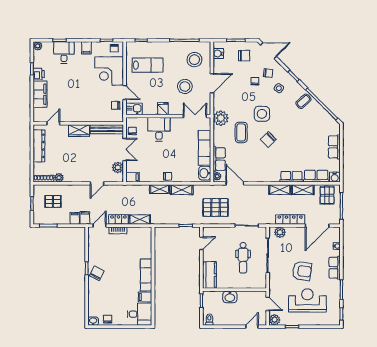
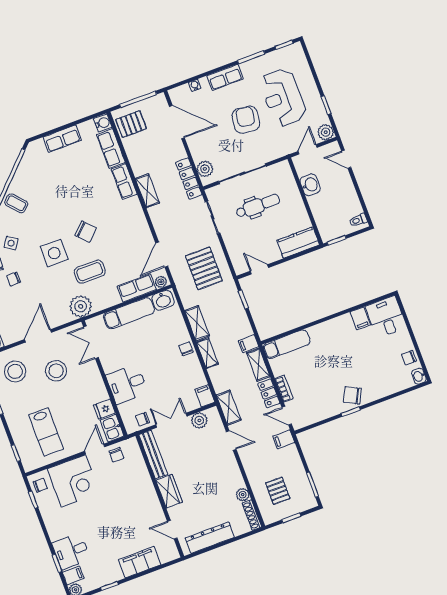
filing cabinet: (86, 48) -> (73, 575), moved
lab bench: (148, 65) -> (46, 432), turned 180
printer: (39, 74) -> (113, 574), removed
door: (212, 83) -> (38, 336), hinge flipped
fridge: (163, 109) -> (104, 409), moved
shelving: (303, 190) -> (229, 408), moved
filing cabinet: (75, 218) -> (249, 344), moved
locker: (290, 219) -> (189, 179), moved
exam couch: (146, 275) -> (287, 344), moved
washbasin: (230, 297) -> (310, 185), moved

